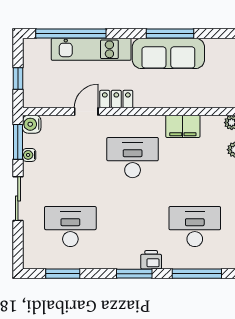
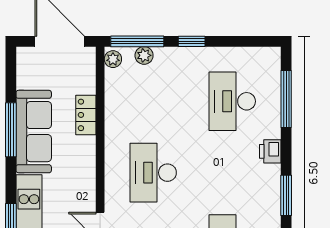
locker: (116, 99) -> (86, 115), moved
filing cabinet: (183, 126) -> (117, 115), removed
window: (134, 274) -> (286, 195), moved

